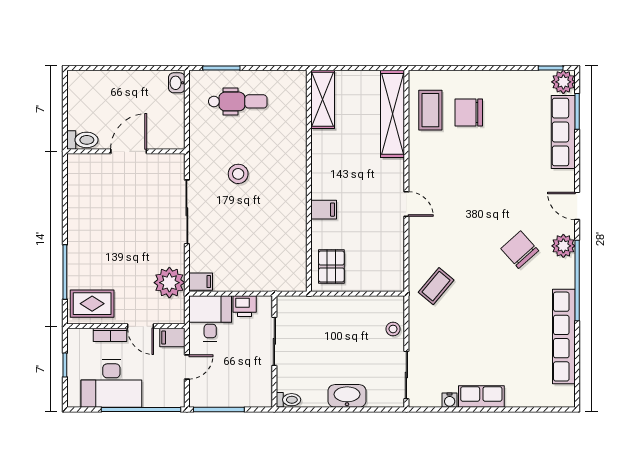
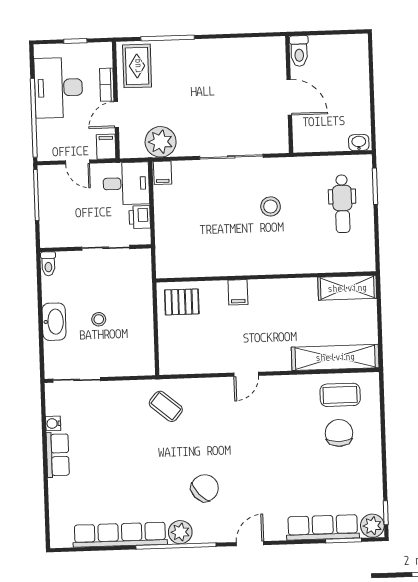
plant: (563, 246) -> (180, 532), moved
stool: (393, 329) -> (99, 319), moved

